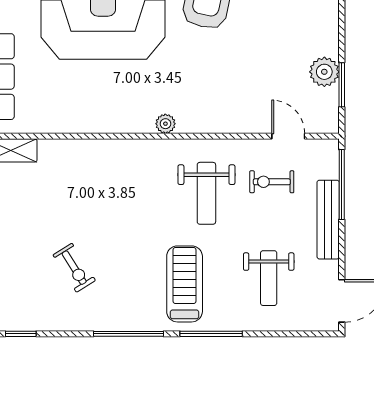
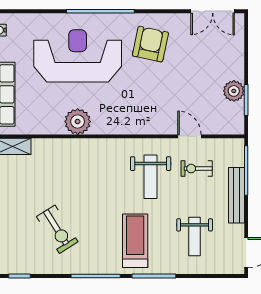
plant: (165, 124) -> (78, 122), moved, width x1.88, depth x1.88
door: (288, 136) -> (189, 136), moved
exercise bike: (74, 268) -> (57, 229), width x1.38, depth x1.39

